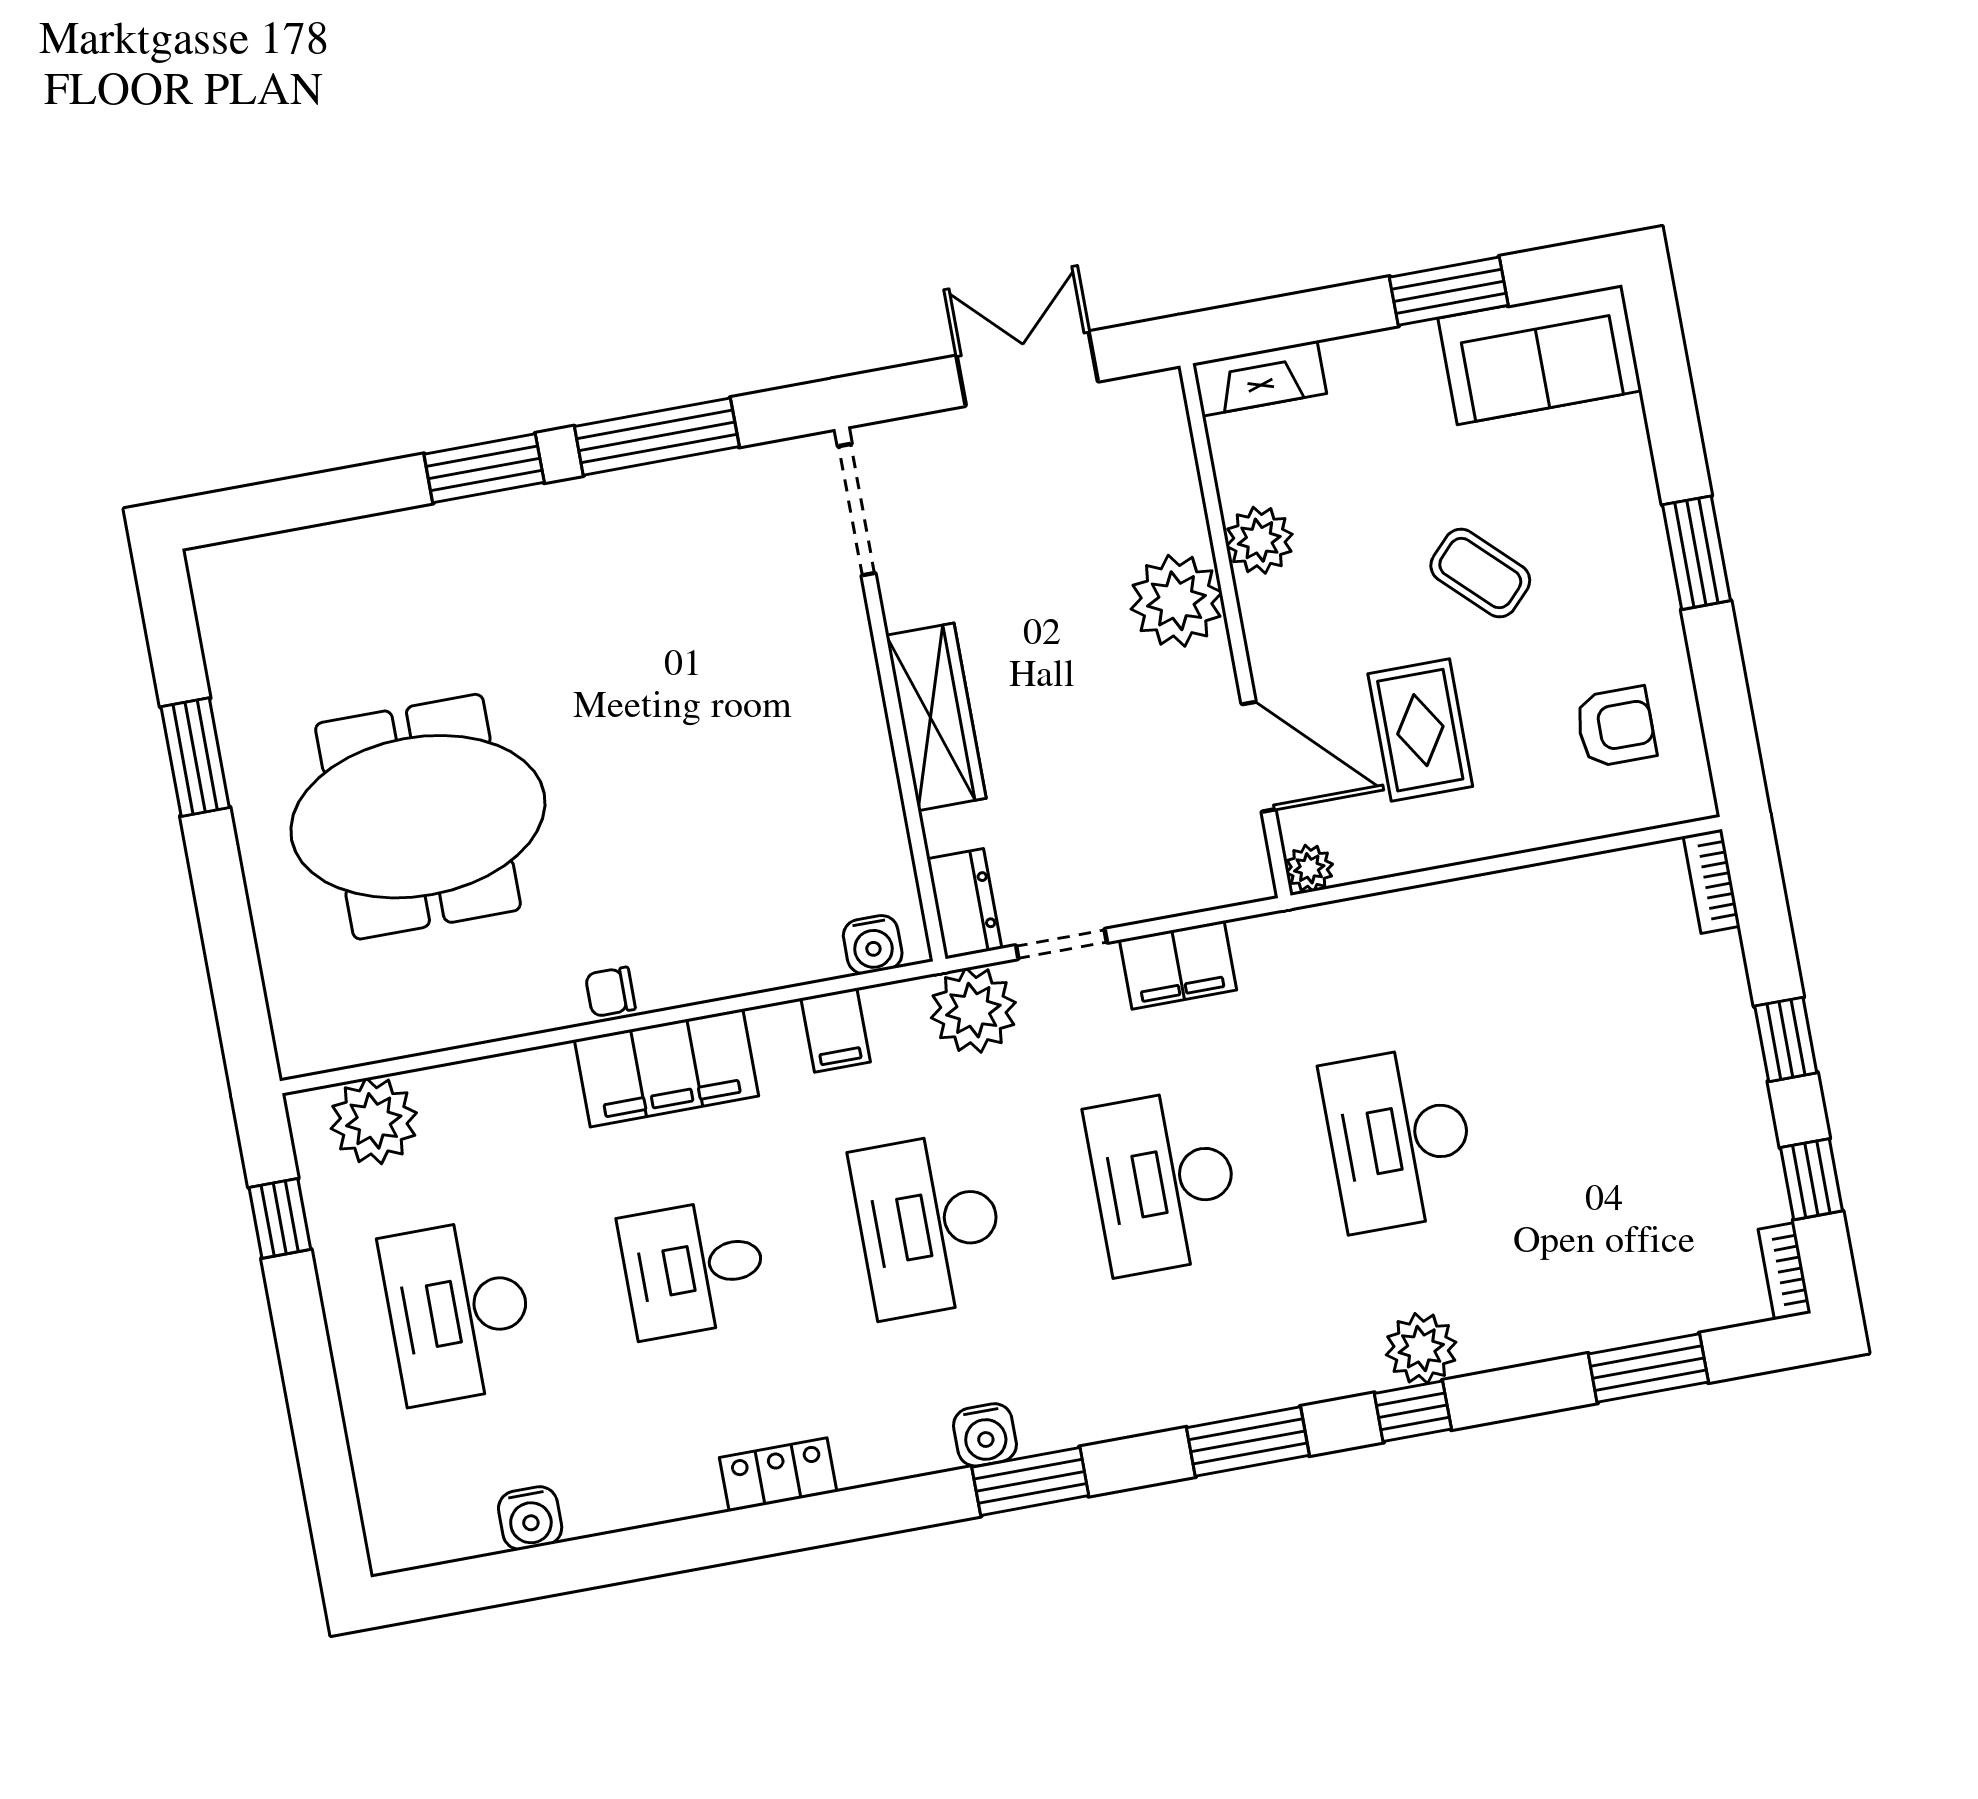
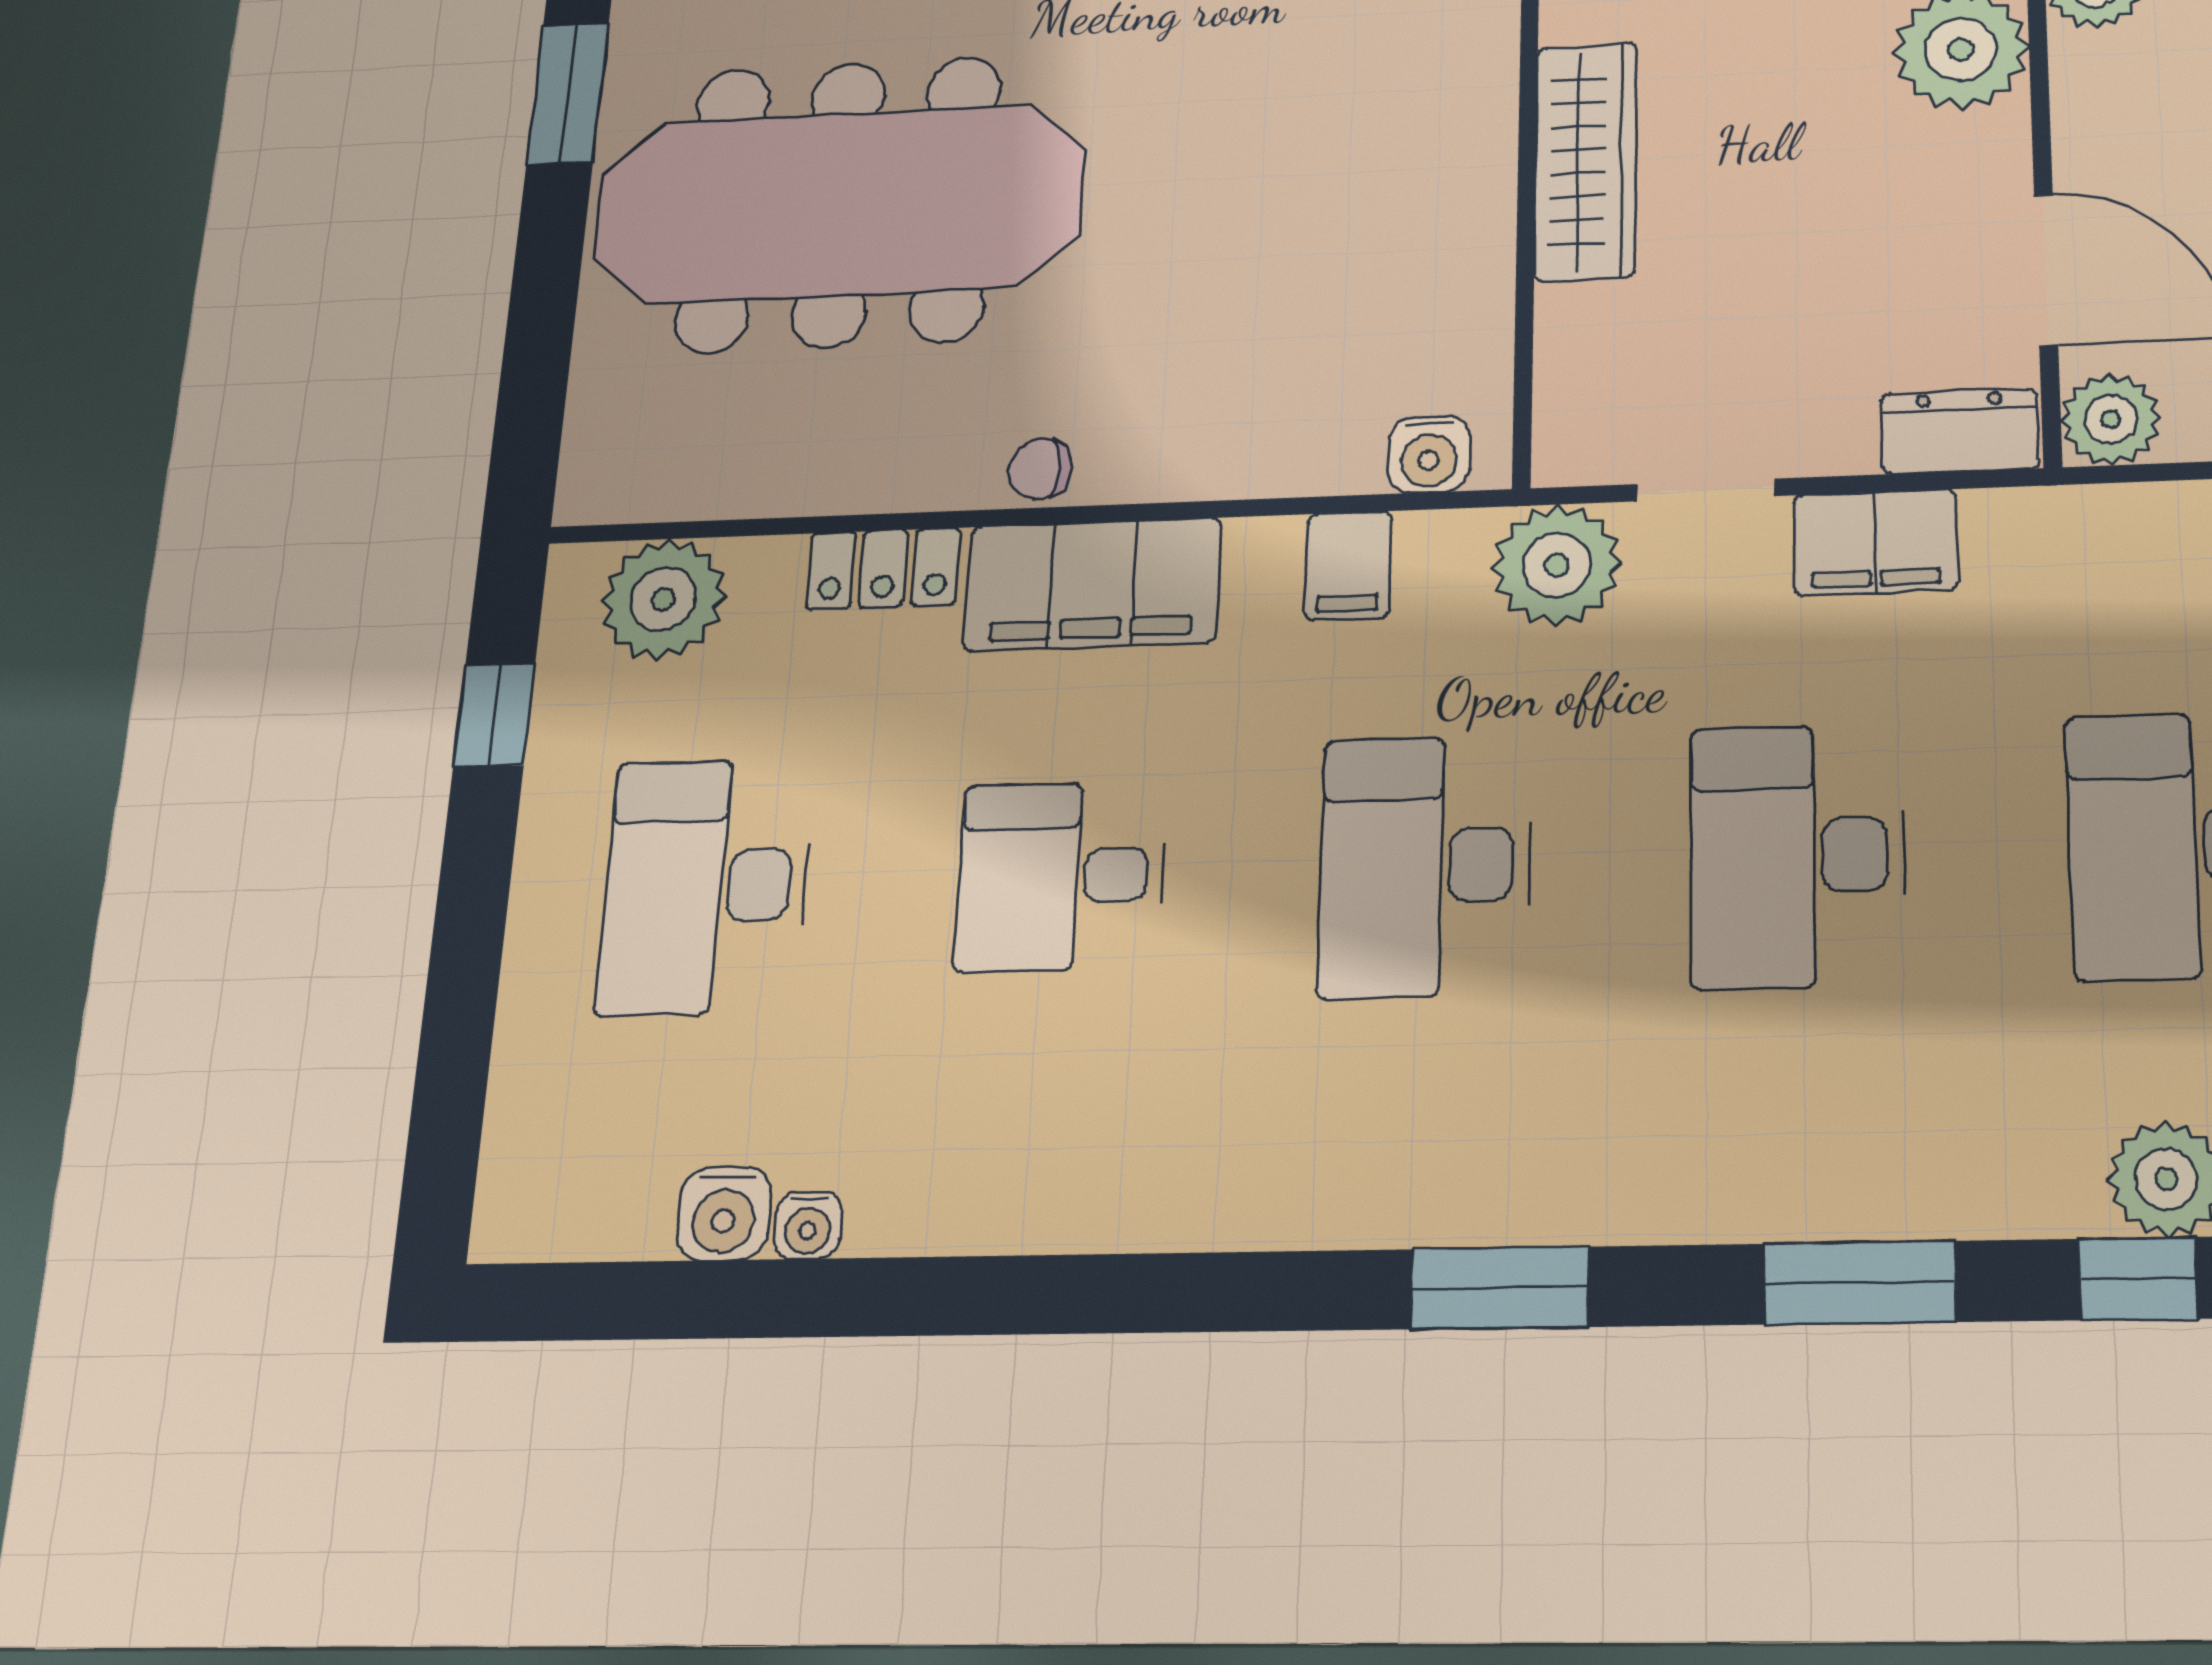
meeting table: (418, 817) -> (839, 204), width x1.36
plant: (1309, 868) -> (2111, 419), width x1.38, depth x1.38
dresser: (964, 904) -> (1960, 431), moved, turned -90
water cooler: (985, 1435) -> (808, 1225), moved, width x0.72, depth x0.72
locker: (778, 1475) -> (883, 569), moved, turned 180

